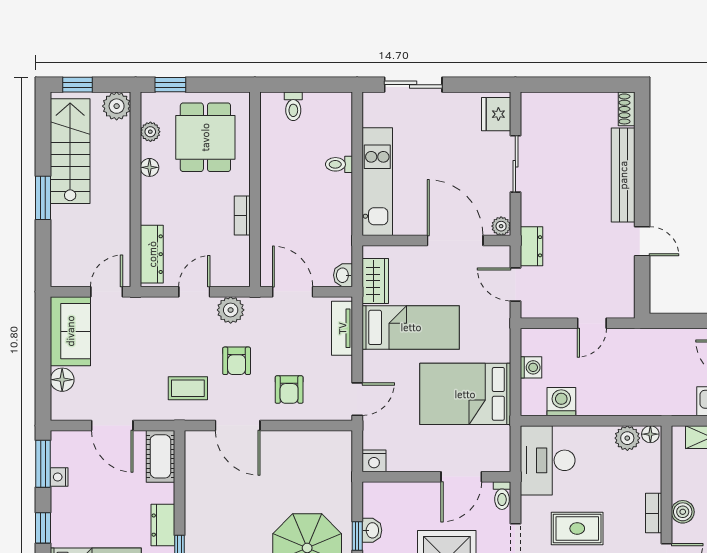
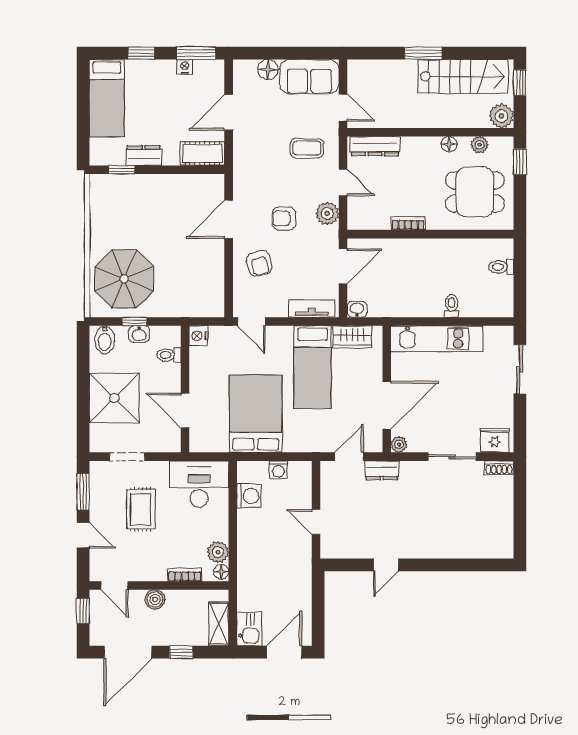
shoe rack: (627, 109) -> (499, 468), moved, turned 180
bench: (623, 175) -> (443, 549), removed
coffee table: (188, 388) -> (307, 148), moved, turned 90
armchair: (289, 390) -> (259, 263), turned -104
toilet: (502, 496) -> (169, 355), moved
bookcase: (654, 513) -> (185, 575), moved

